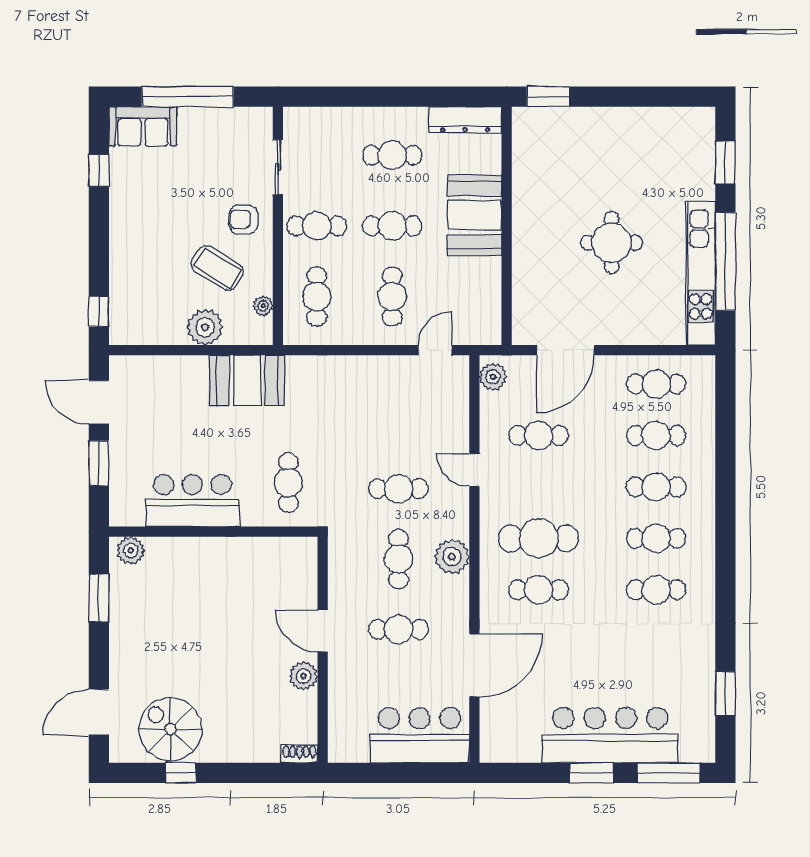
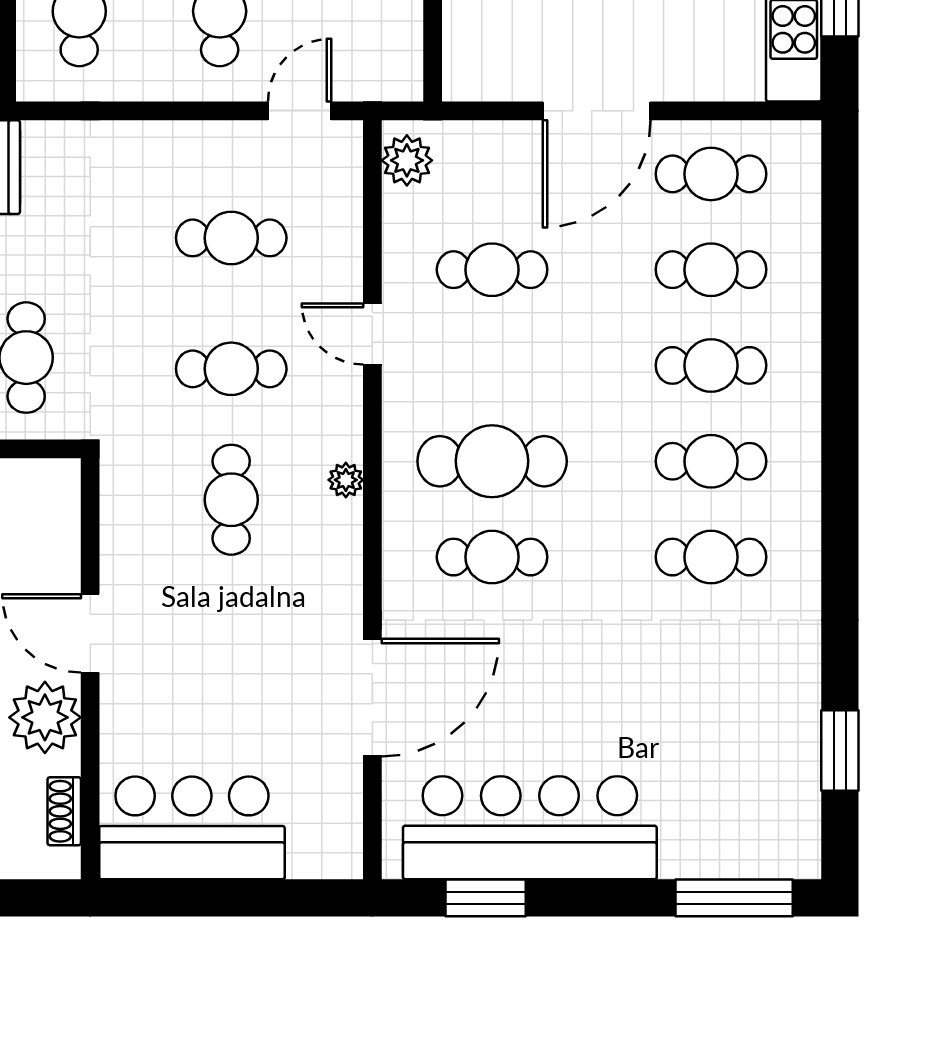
door: (566, 350) -> (597, 111), moved
plant: (452, 557) -> (346, 480), width x0.53, depth x0.53
cafe table: (398, 629) -> (231, 238), moved
plant: (304, 676) -> (45, 717), width x1.36, depth x1.36
bar counter: (420, 735) -> (192, 828), moved
bar counter: (610, 735) -> (530, 828), moved
shoe rack: (299, 754) -> (64, 811), moved, turned -90
window: (592, 773) -> (486, 898), moved

